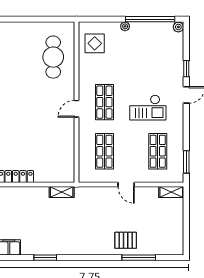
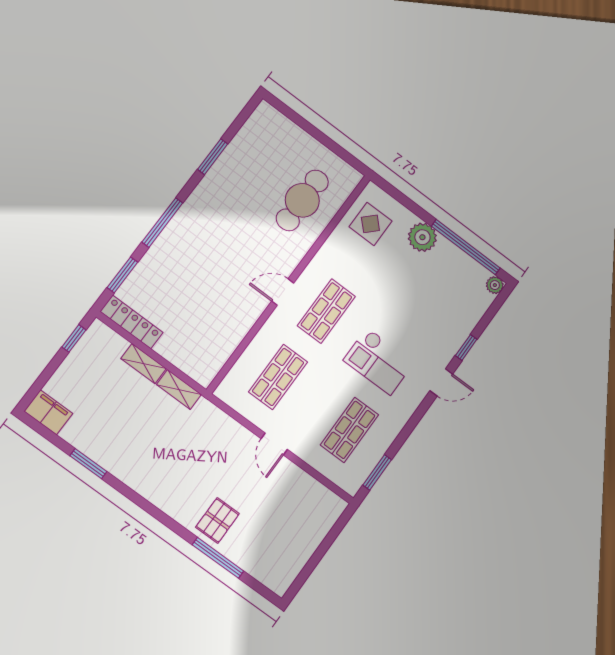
plant: (125, 26) -> (422, 237), width x1.88, depth x1.88
shelving: (171, 192) -> (144, 364), moved
pallet: (126, 240) -> (217, 520), turned 90

